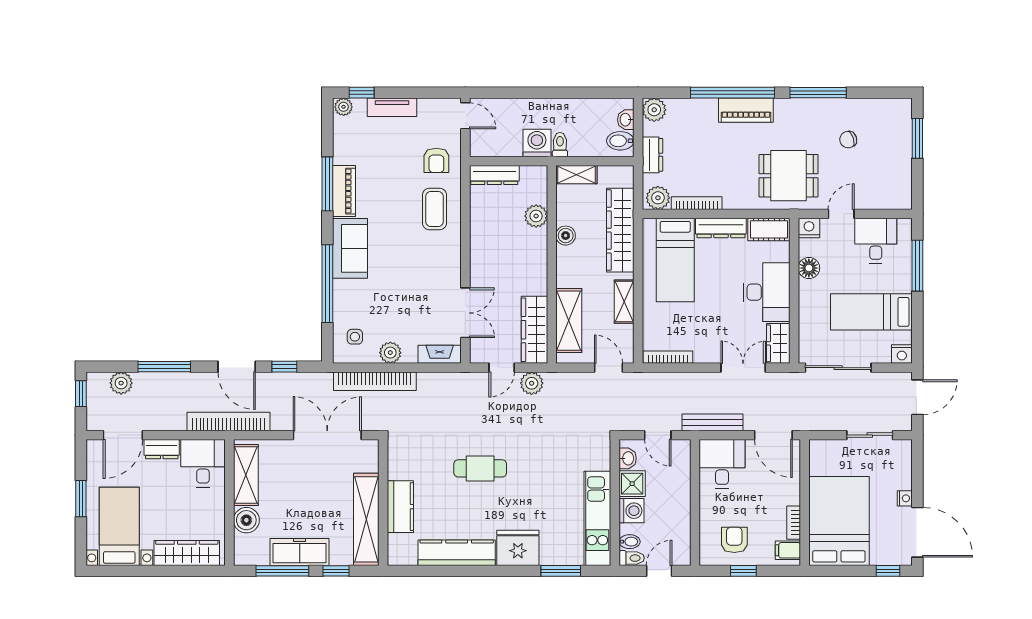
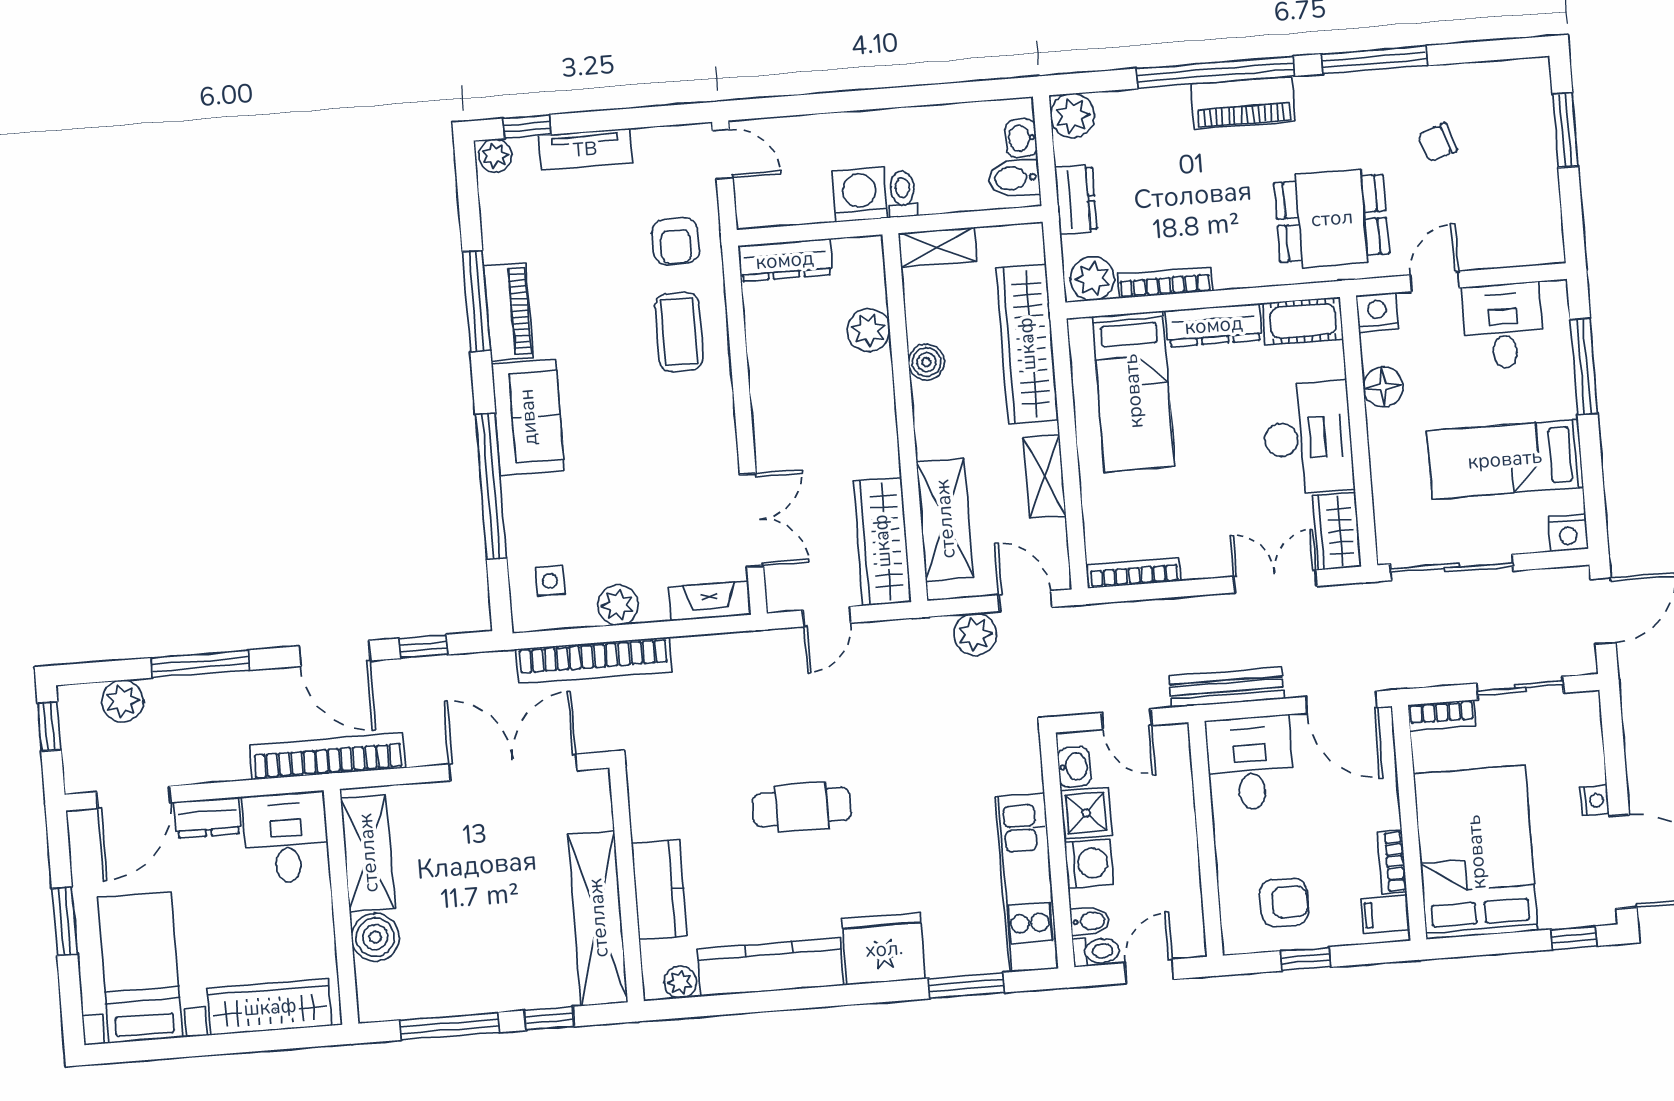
plant: (532, 383) -> (975, 634), moved
bookcase: (827, 446) -> (1442, 715), added
armchair: (734, 540) -> (1284, 902), turned 90
freezer: (300, 552) -> (479, 989), removed
plant: (408, 557) -> (680, 982), added

